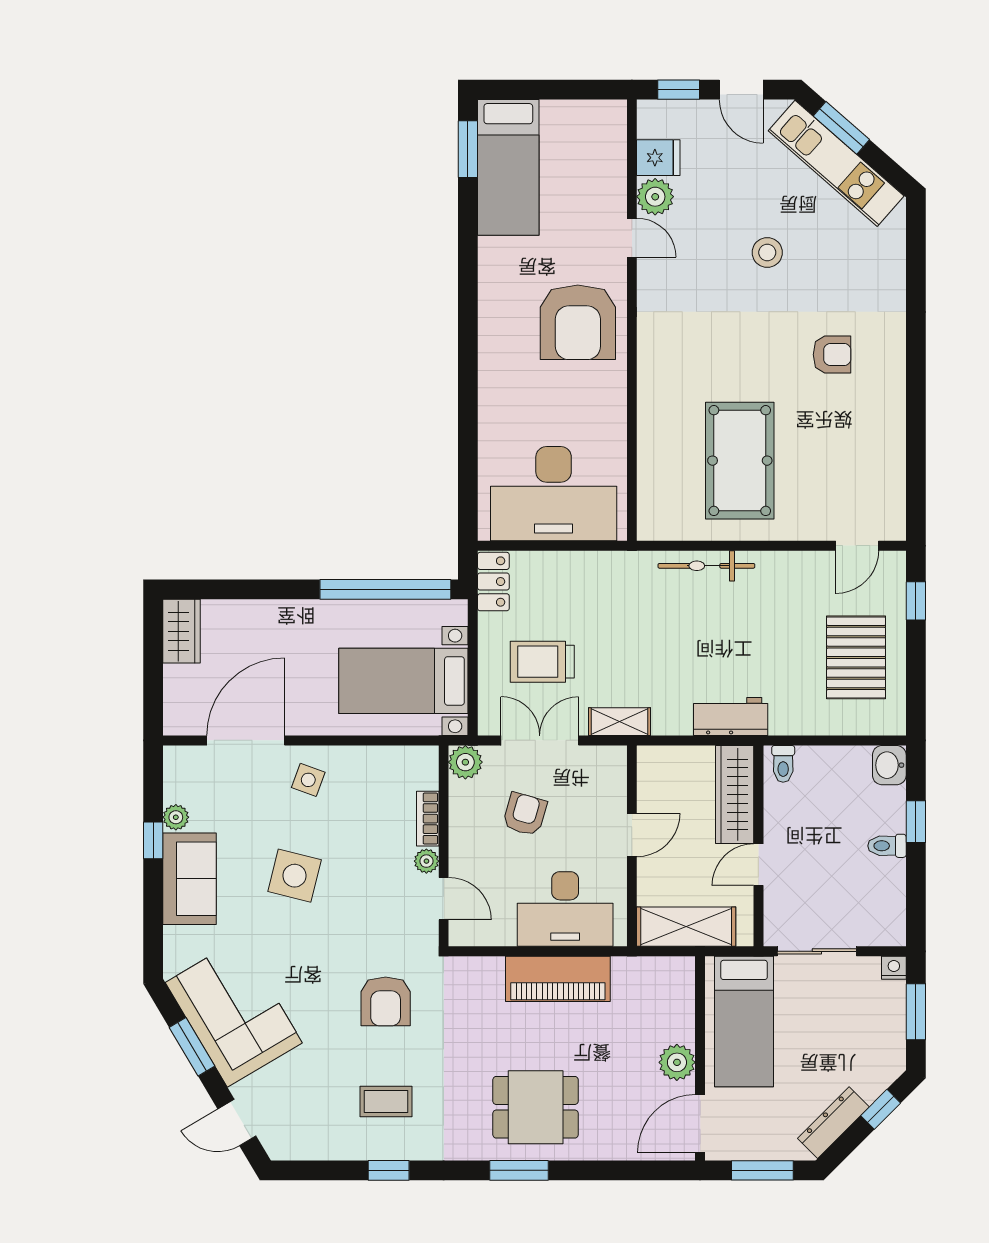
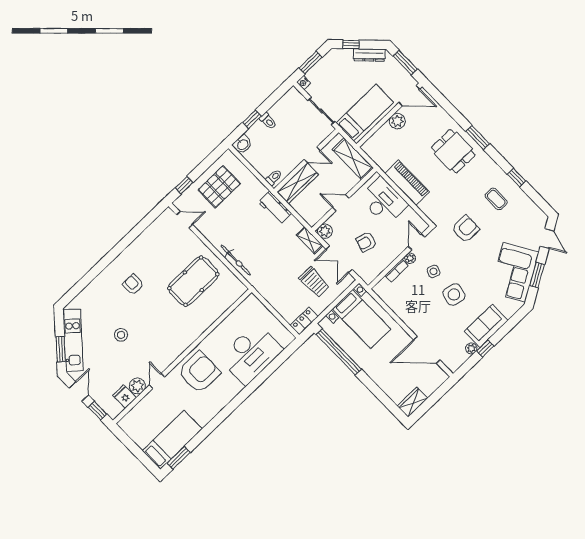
desk: (554, 494) -> (251, 354), moved, turned 90
plant: (465, 762) -> (325, 231), moved
side table: (308, 780) -> (434, 271), moved

